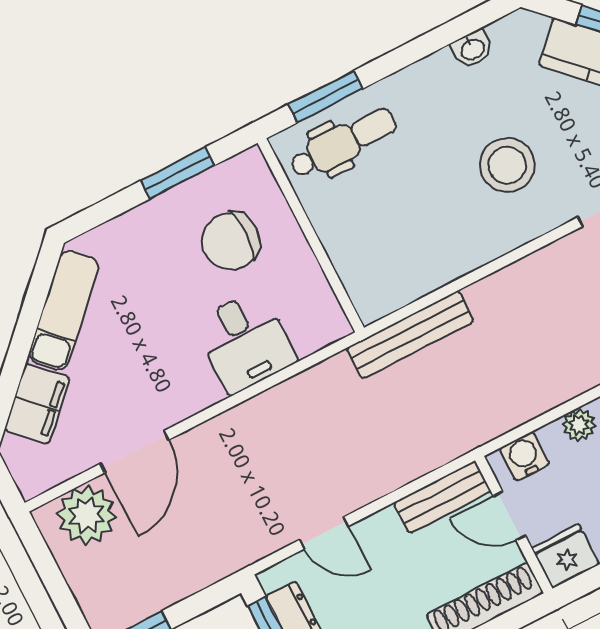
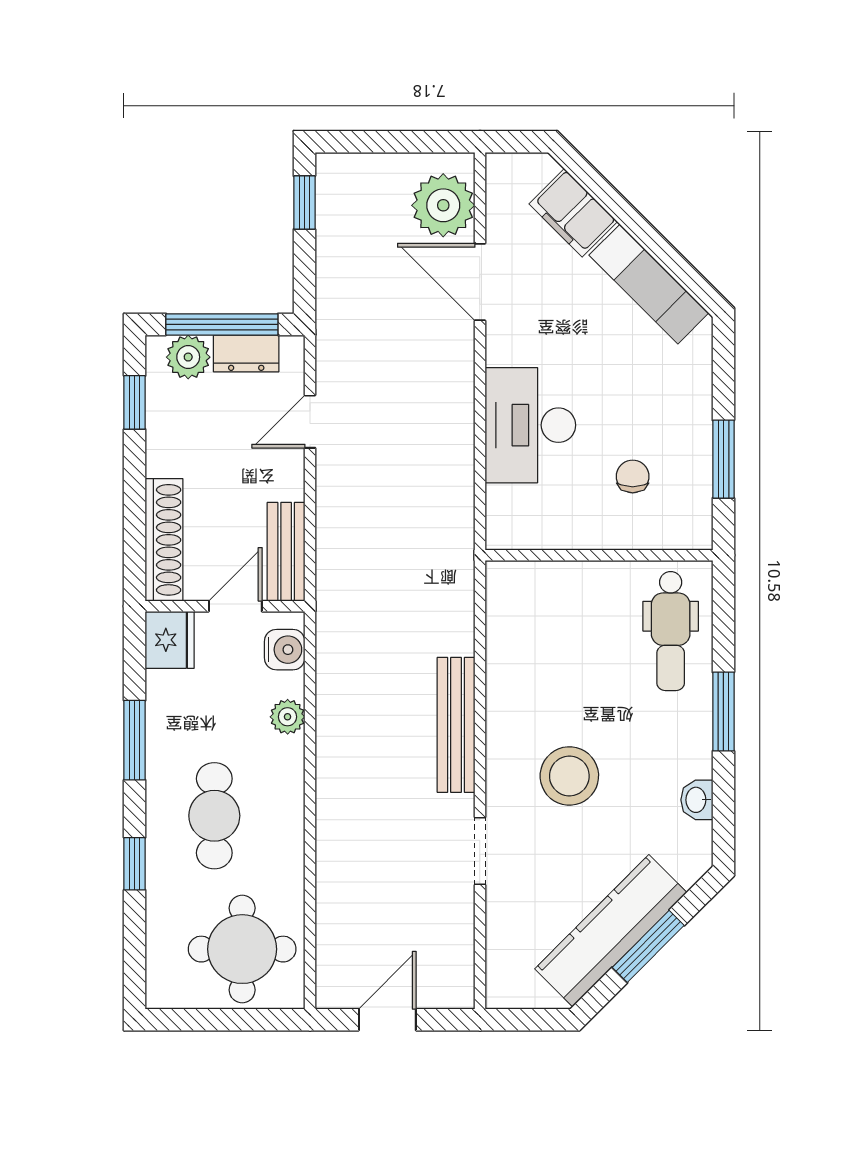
window: (325, 97) -> (723, 712), moved
chair: (231, 241) -> (633, 476), width x0.54, depth x0.54
bench: (410, 335) -> (456, 725), moved
desk: (245, 342) -> (530, 425), width x1.37

